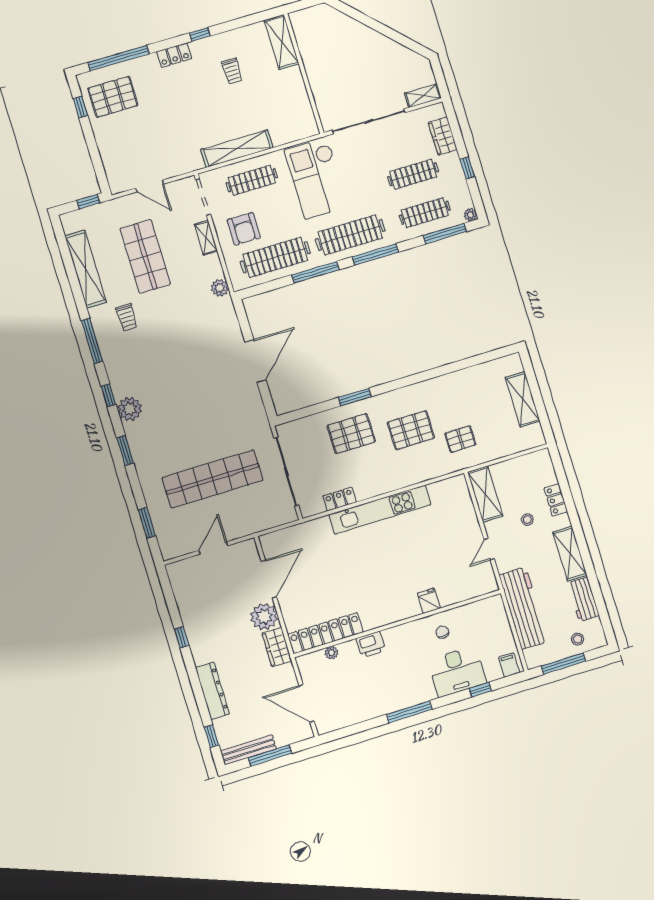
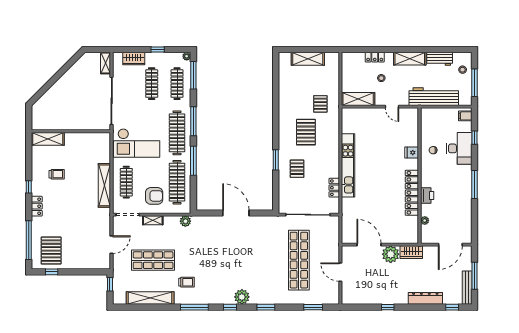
pallet: (351, 434) -> (297, 169), width x0.67, depth x0.71
locker: (326, 633) -> (412, 193), moved

